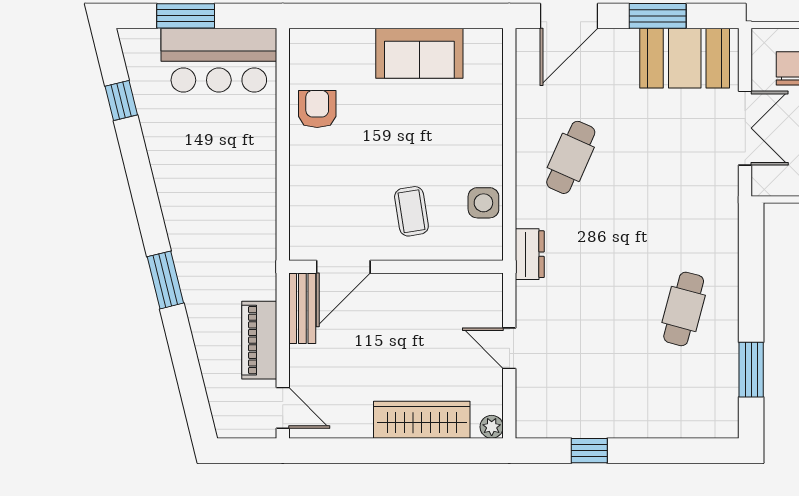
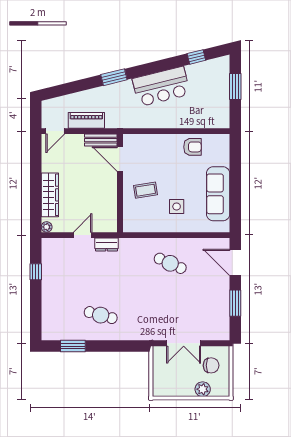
sofa: (419, 53) -> (218, 194), width x1.36
booth: (685, 58) -> (216, 316), removed
bar counter: (219, 60) -> (161, 87), moved, turned -104
side table: (483, 203) -> (177, 206), moved
dresser: (530, 254) -> (107, 244), moved

